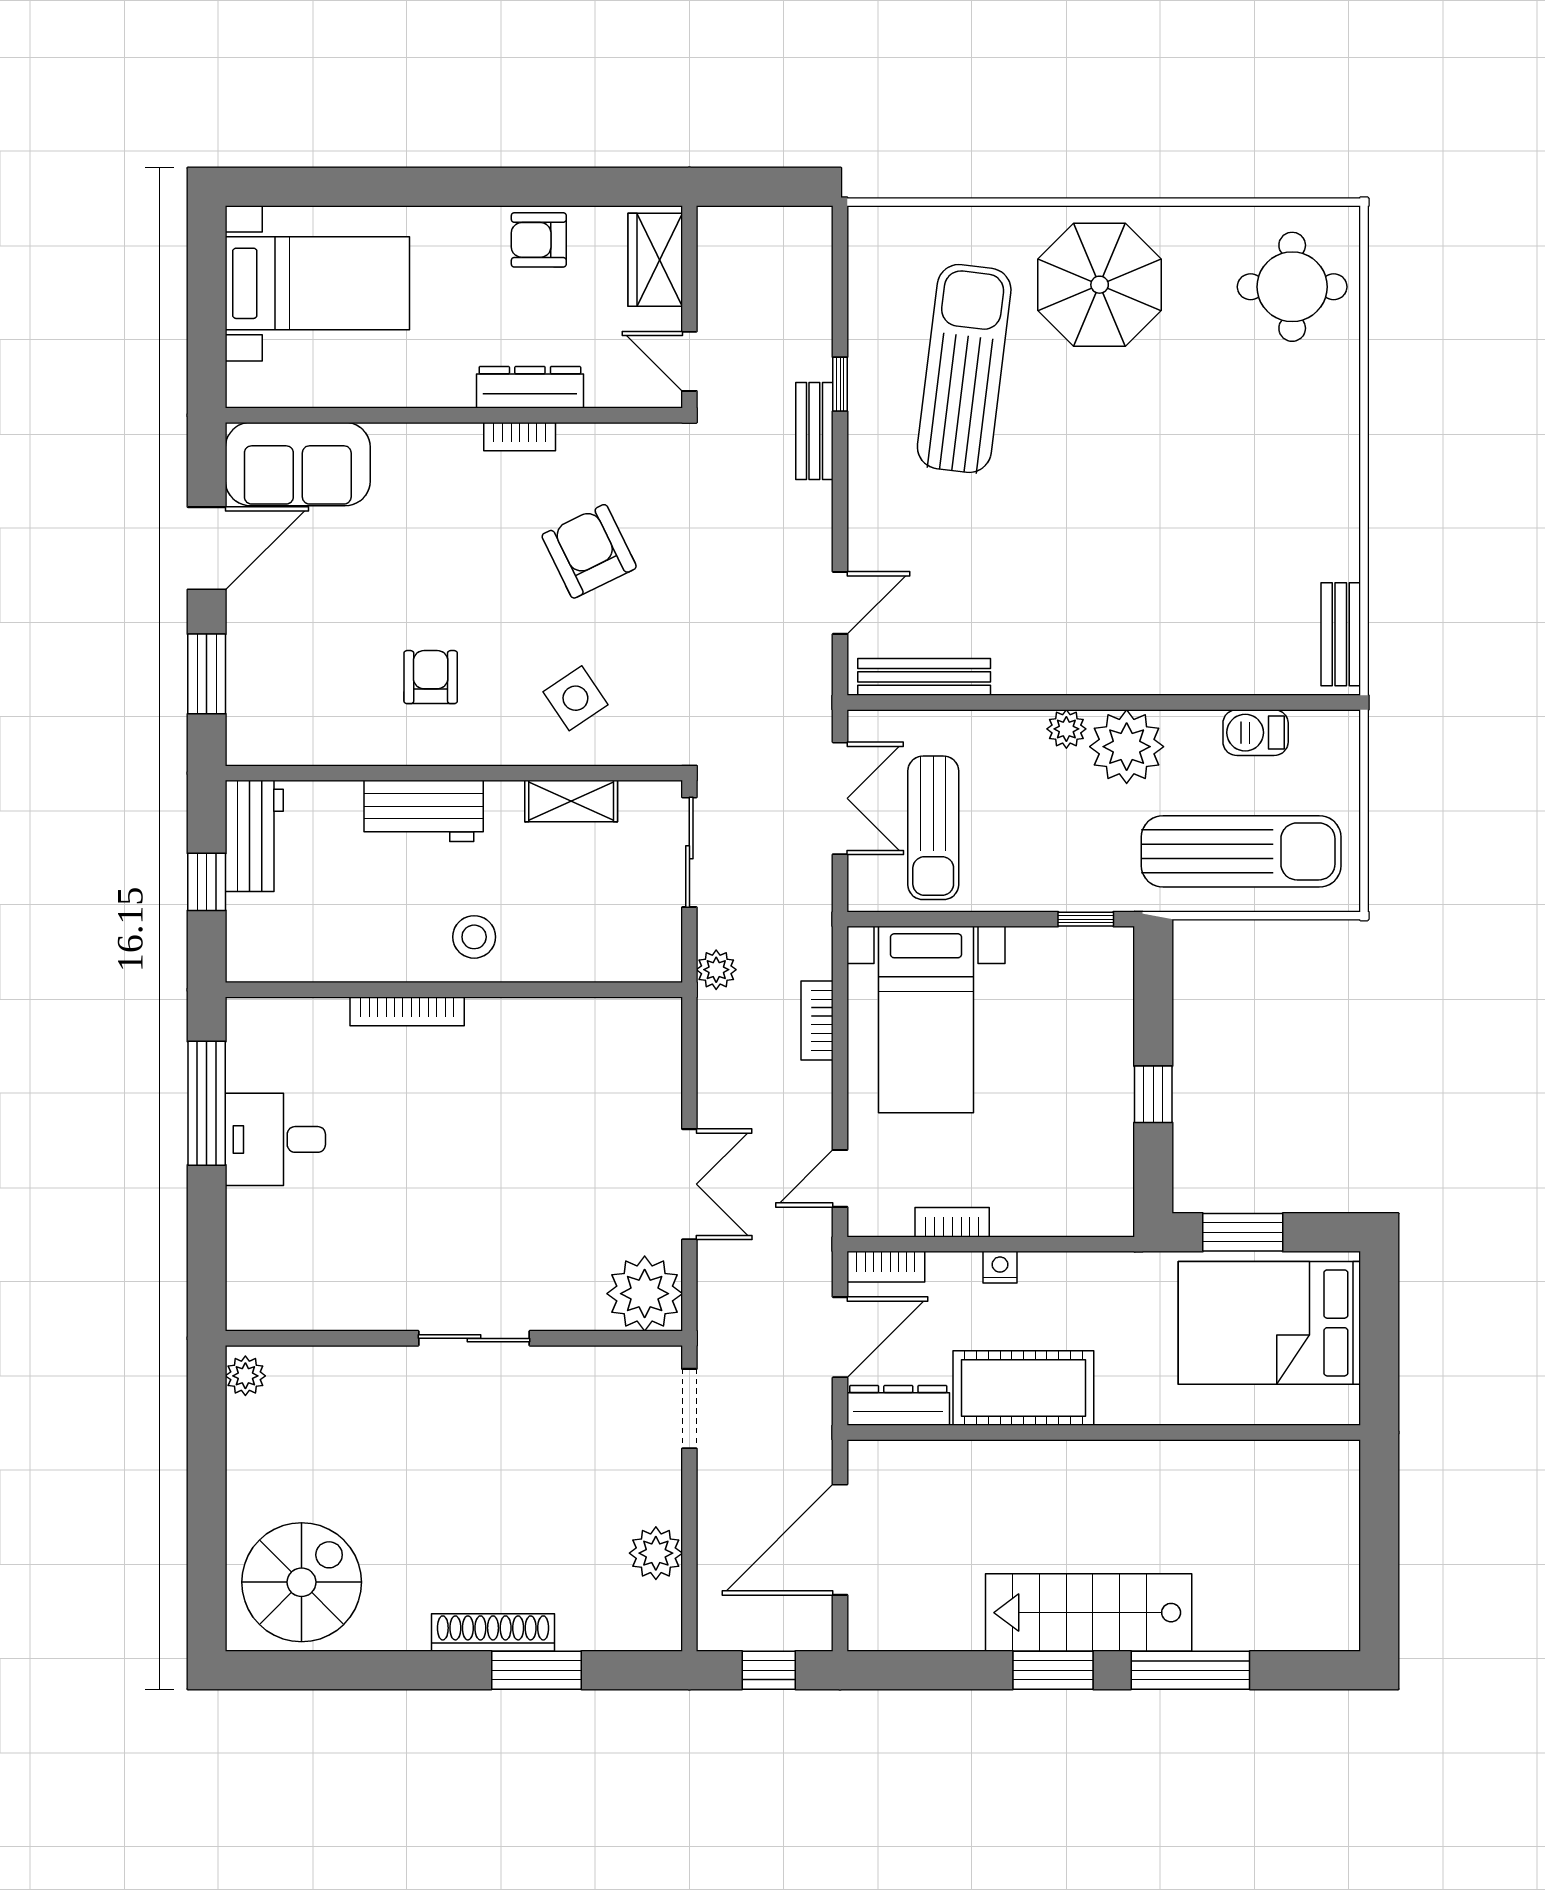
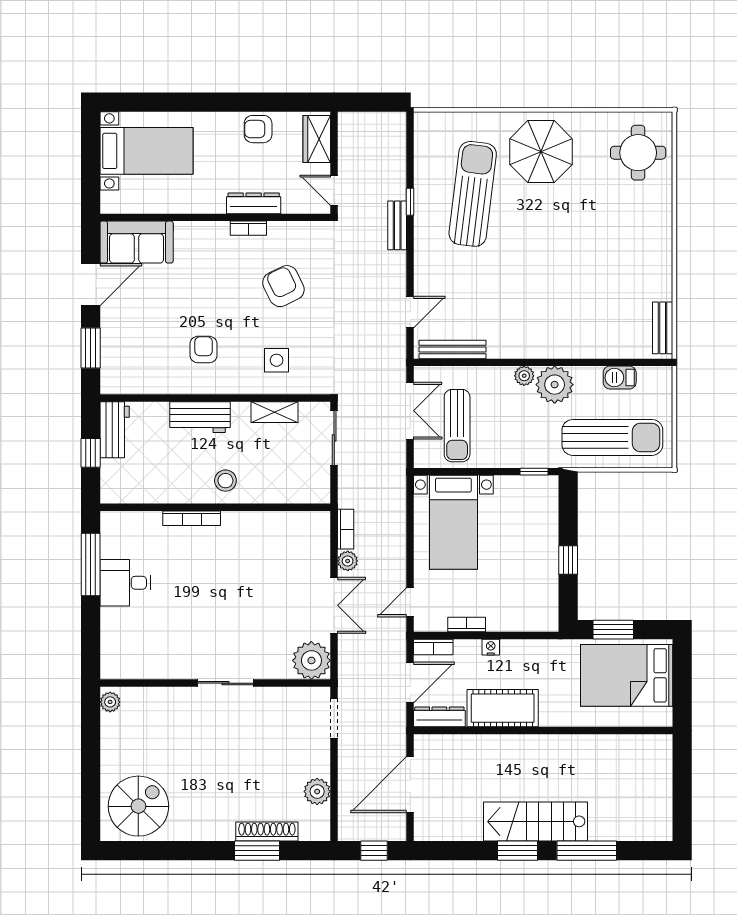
side table: (575, 698) -> (277, 360), turned 34
plant: (716, 970) -> (348, 561), moved
bookcase: (817, 1020) -> (346, 529), moved, turned 180
shoe rack: (493, 1632) -> (267, 831), moved

